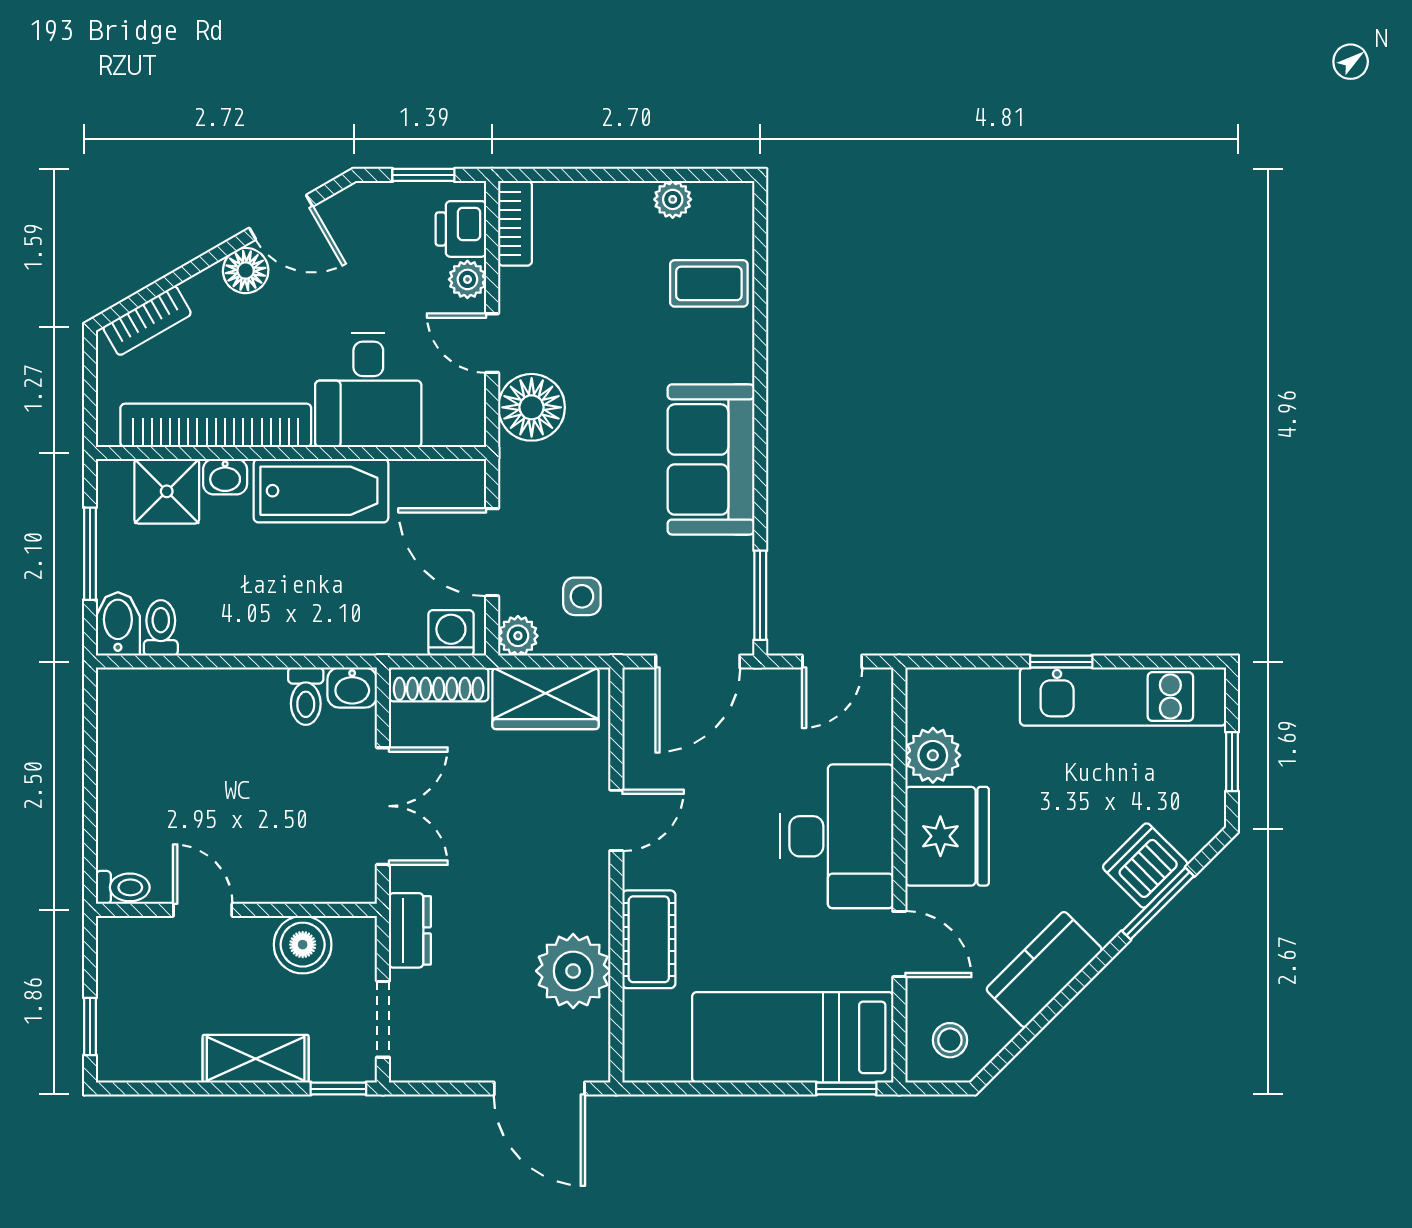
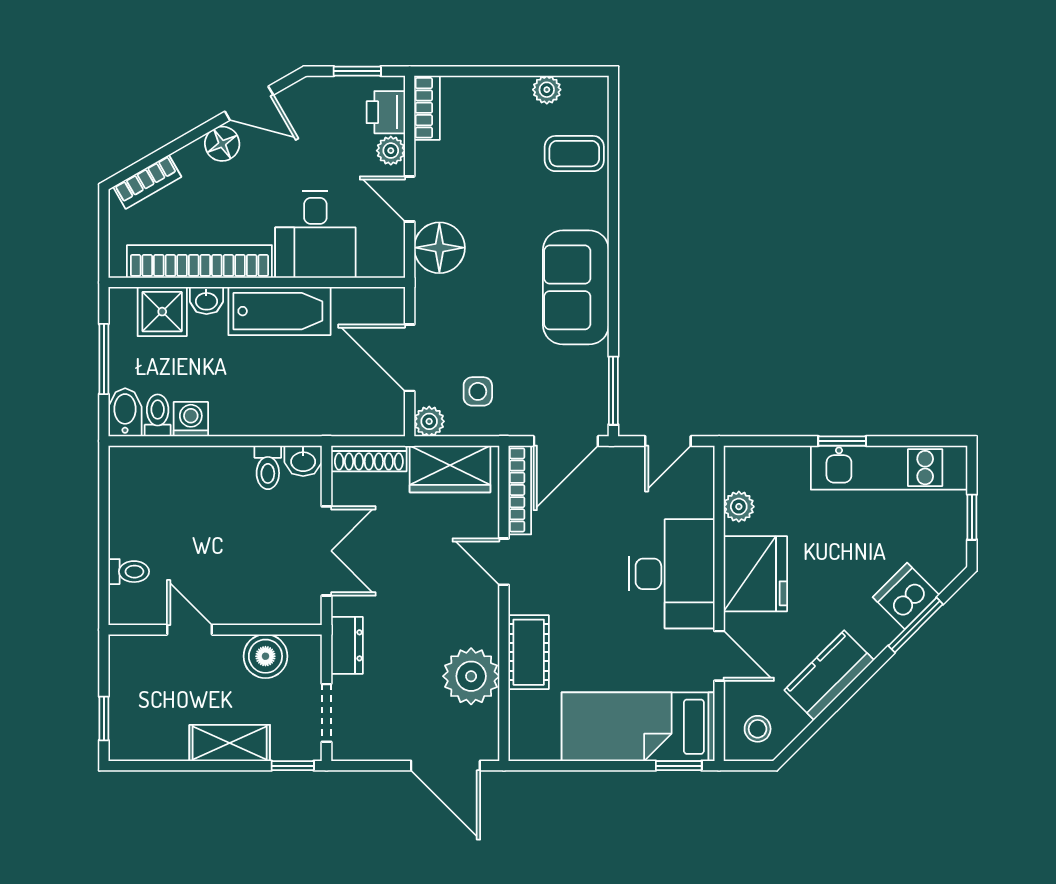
washing machine: (451, 633) -> (191, 419), moved
bookcase: (637, 726) -> (520, 490), added
plant: (933, 755) -> (739, 507), width x0.73, depth x0.73
door: (616, 820) -> (504, 562), swing flipped
toilet: (123, 887) -> (129, 572), moved

